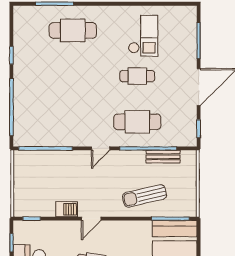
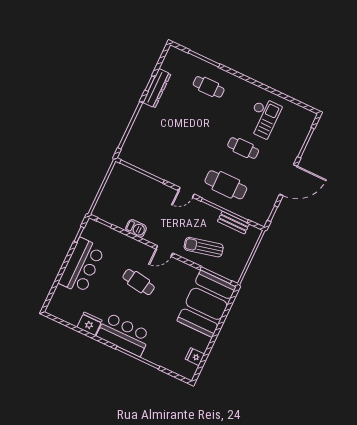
cafe table: (73, 30) -> (209, 87), width x0.73, depth x0.74
dresser: (21, 57) -> (157, 88), added
door: (91, 219) -> (164, 251), moved

